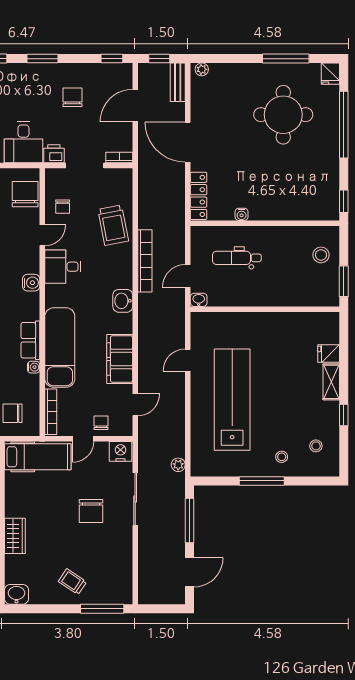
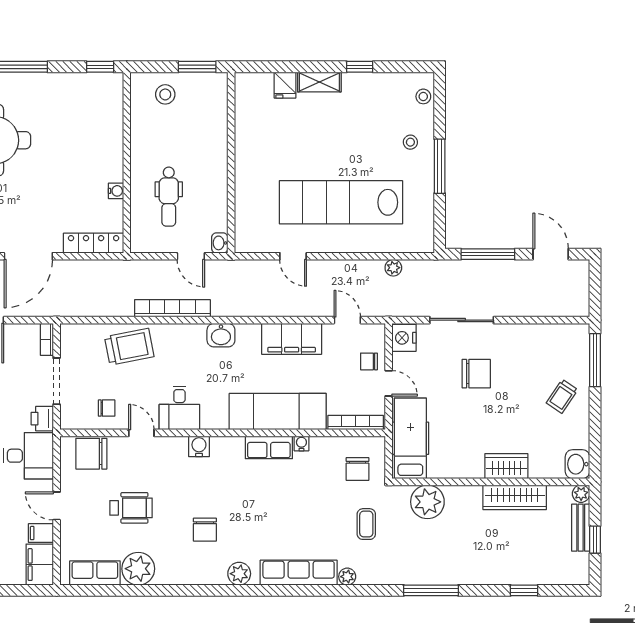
stool: (316, 446) -> (423, 96), moved
plant: (178, 465) -> (393, 268), moved

